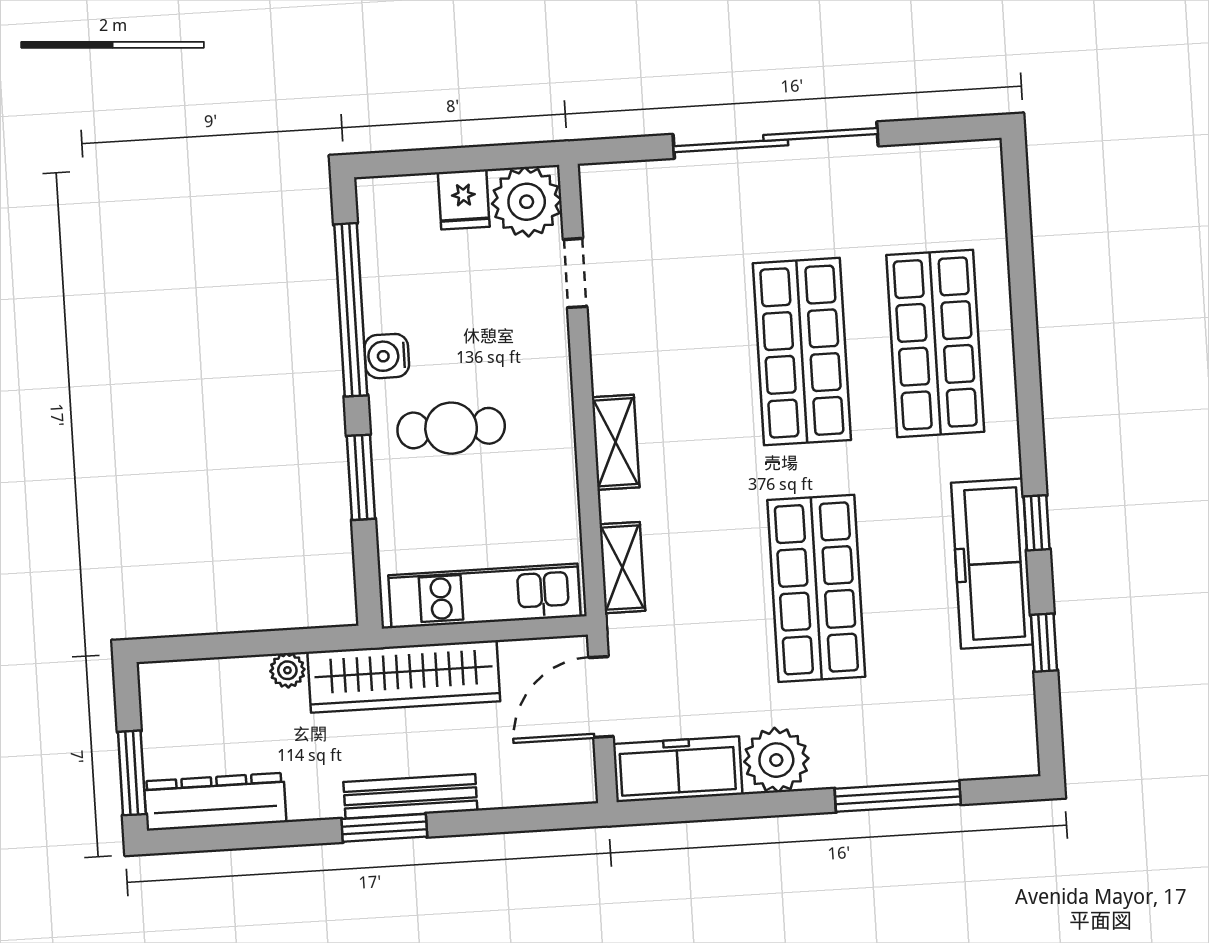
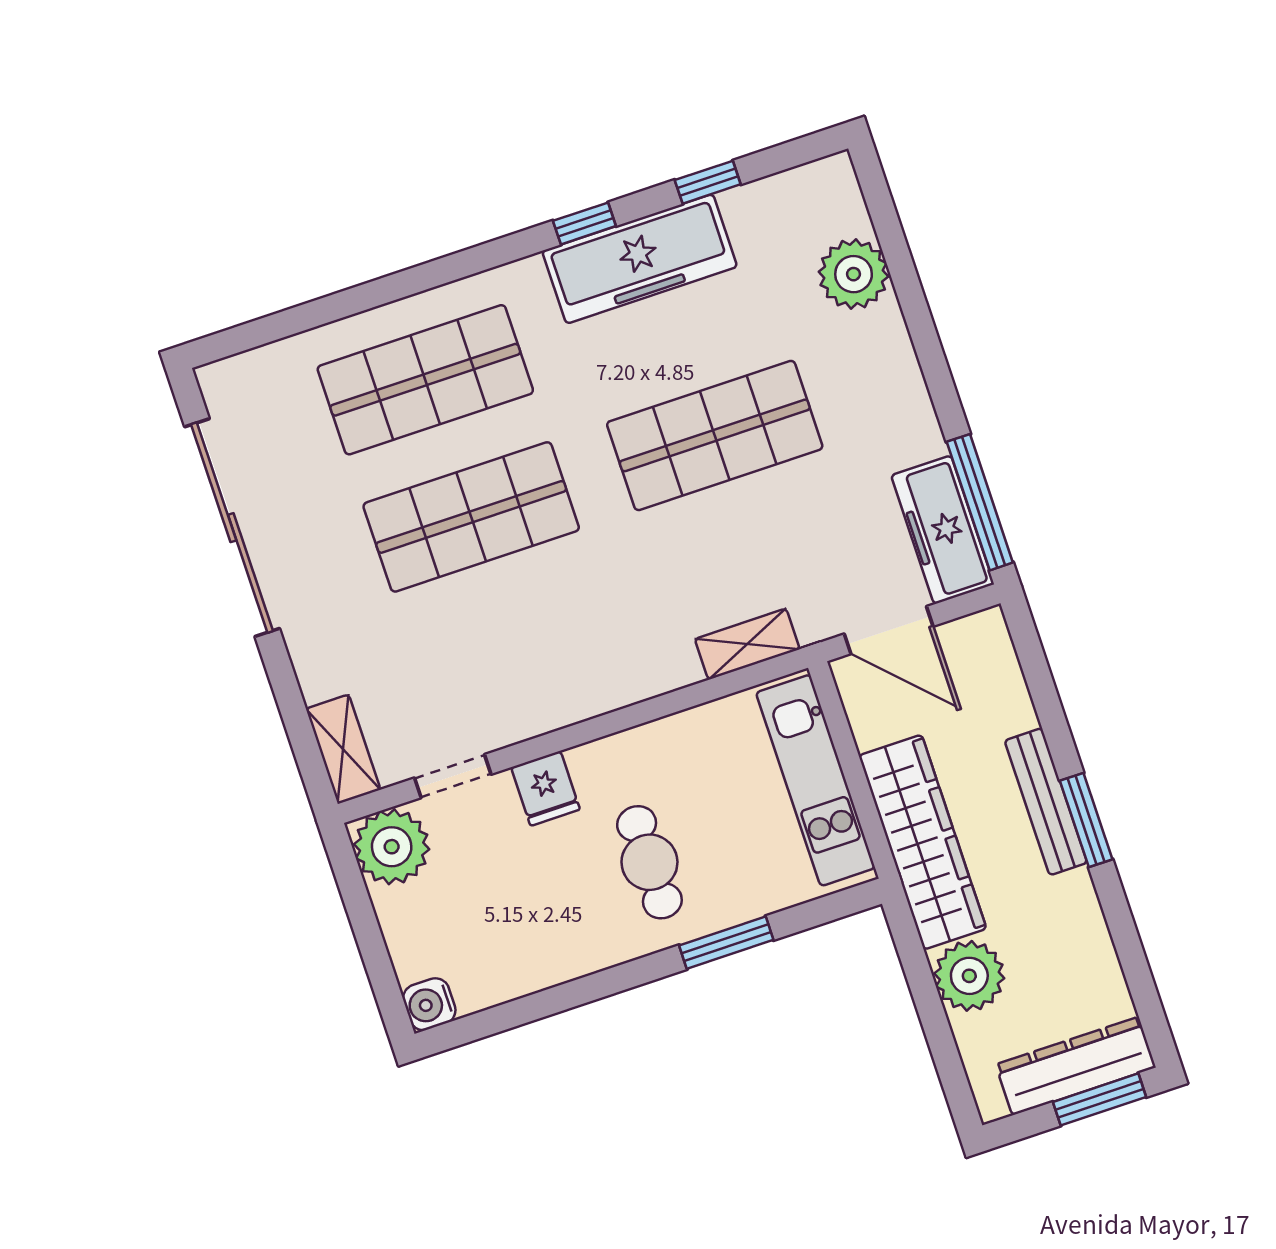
sliding door: (776, 140) -> (232, 528), moved
fridge: (464, 200) -> (545, 788), moved, turned 90
window: (351, 310) -> (554, 1000), removed
water cooler: (387, 356) -> (429, 1004), moved, turned 90
shelving: (616, 442) -> (343, 749), moved, turned 90
plant: (287, 670) -> (969, 976), width x1.87, depth x1.87
plant: (776, 760) -> (854, 274), moved
window: (898, 796) -> (980, 502), moved
dresser: (215, 802) -> (1076, 1066), moved, turned 90

